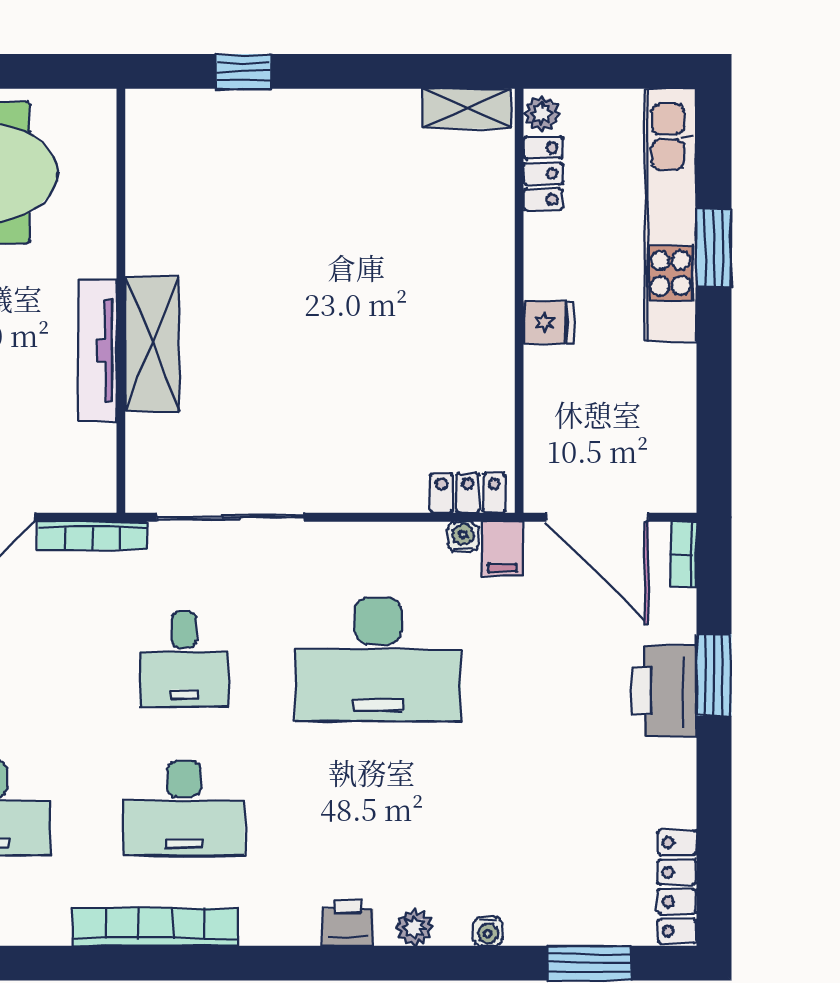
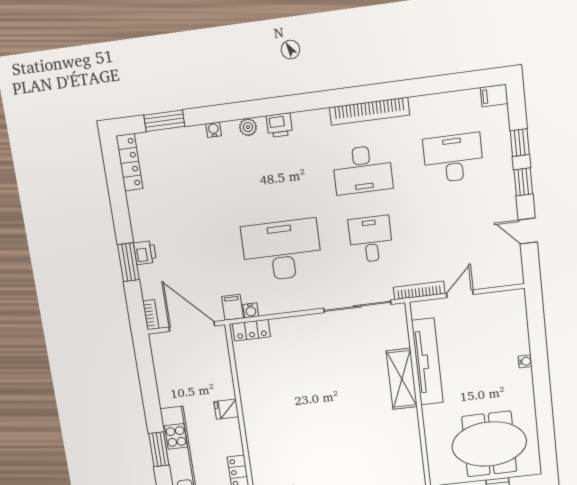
tv unit: (97, 351) -> (427, 362), width x1.36, depth x1.29
printer: (664, 691) -> (145, 253), width x0.53, depth x0.68
desk: (184, 808) -> (362, 170), turned 180

